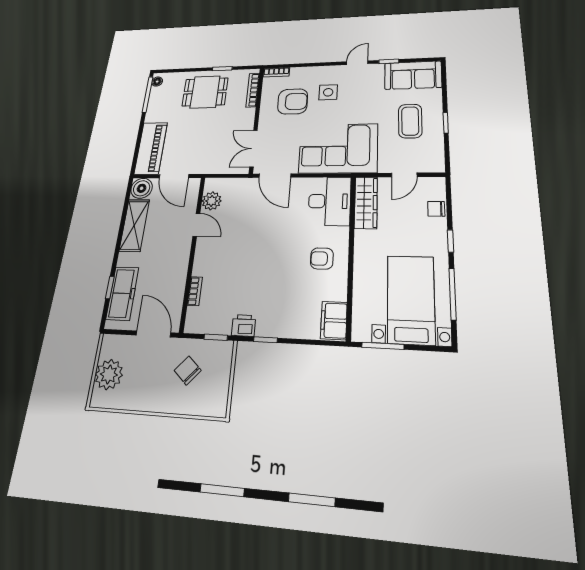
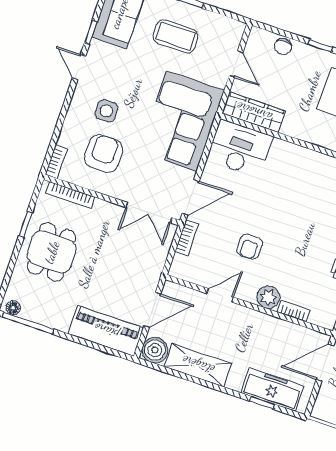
bookcase: (240, 183) -> (187, 238), added
plant: (212, 201) -> (268, 297), moved
armchair: (322, 259) -> (250, 247), moved

